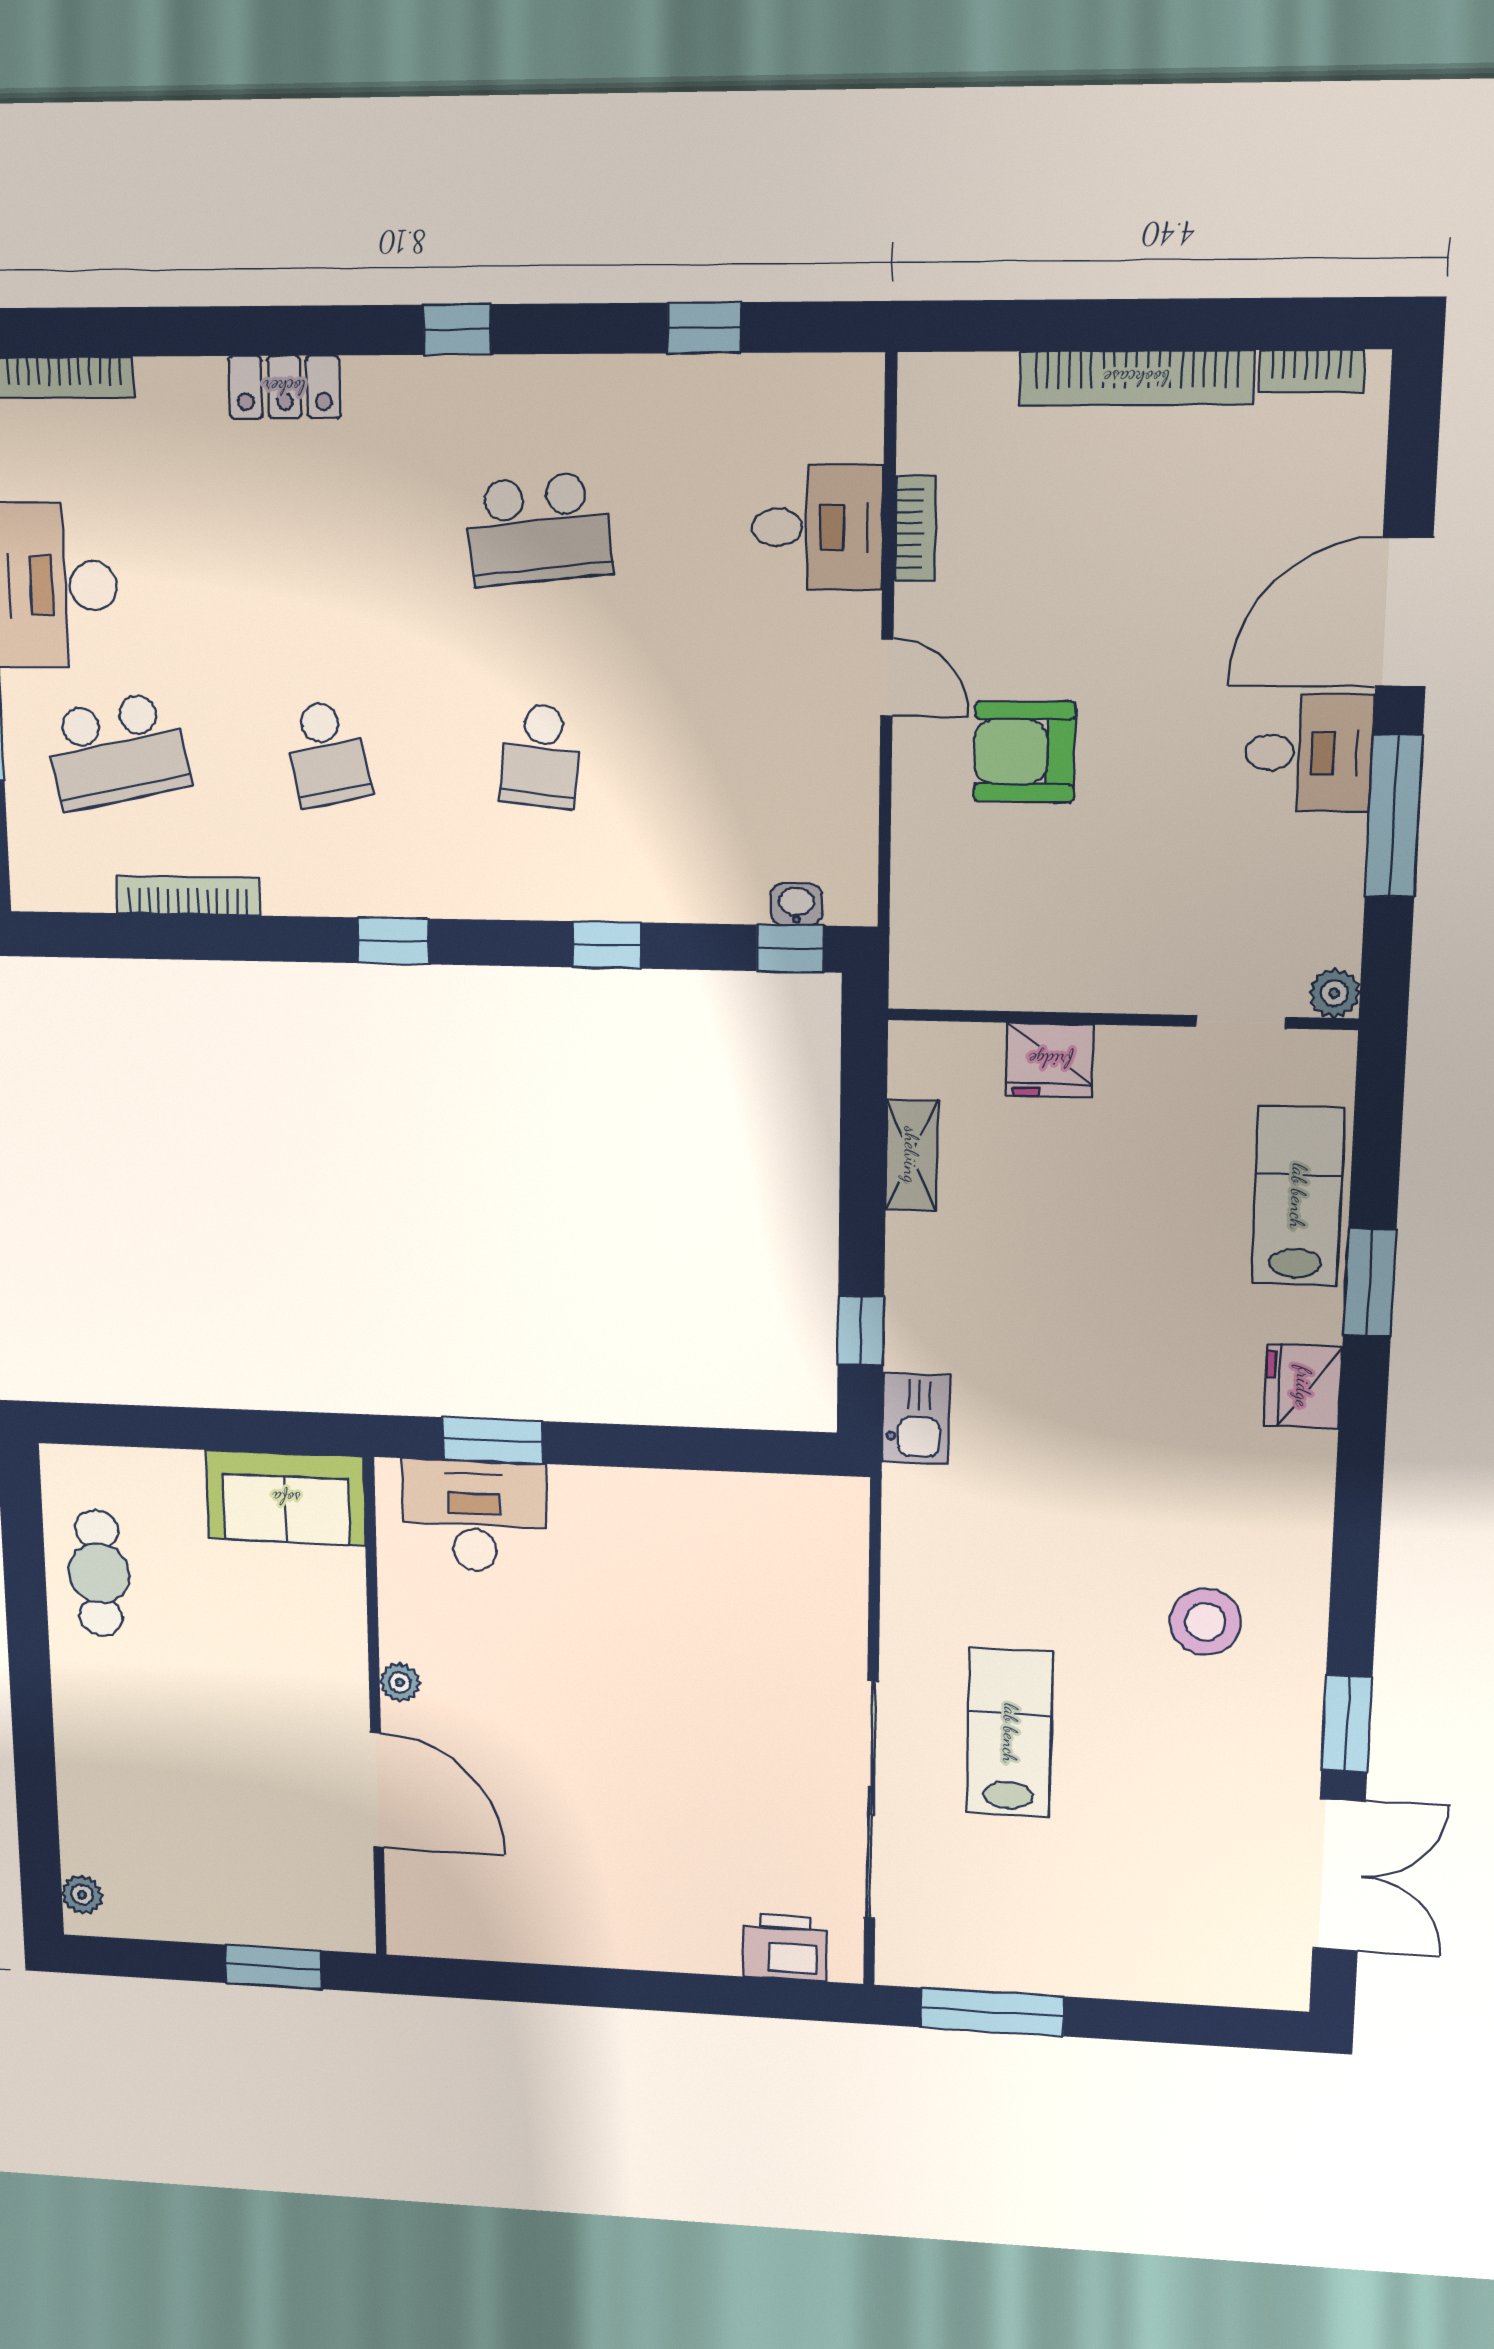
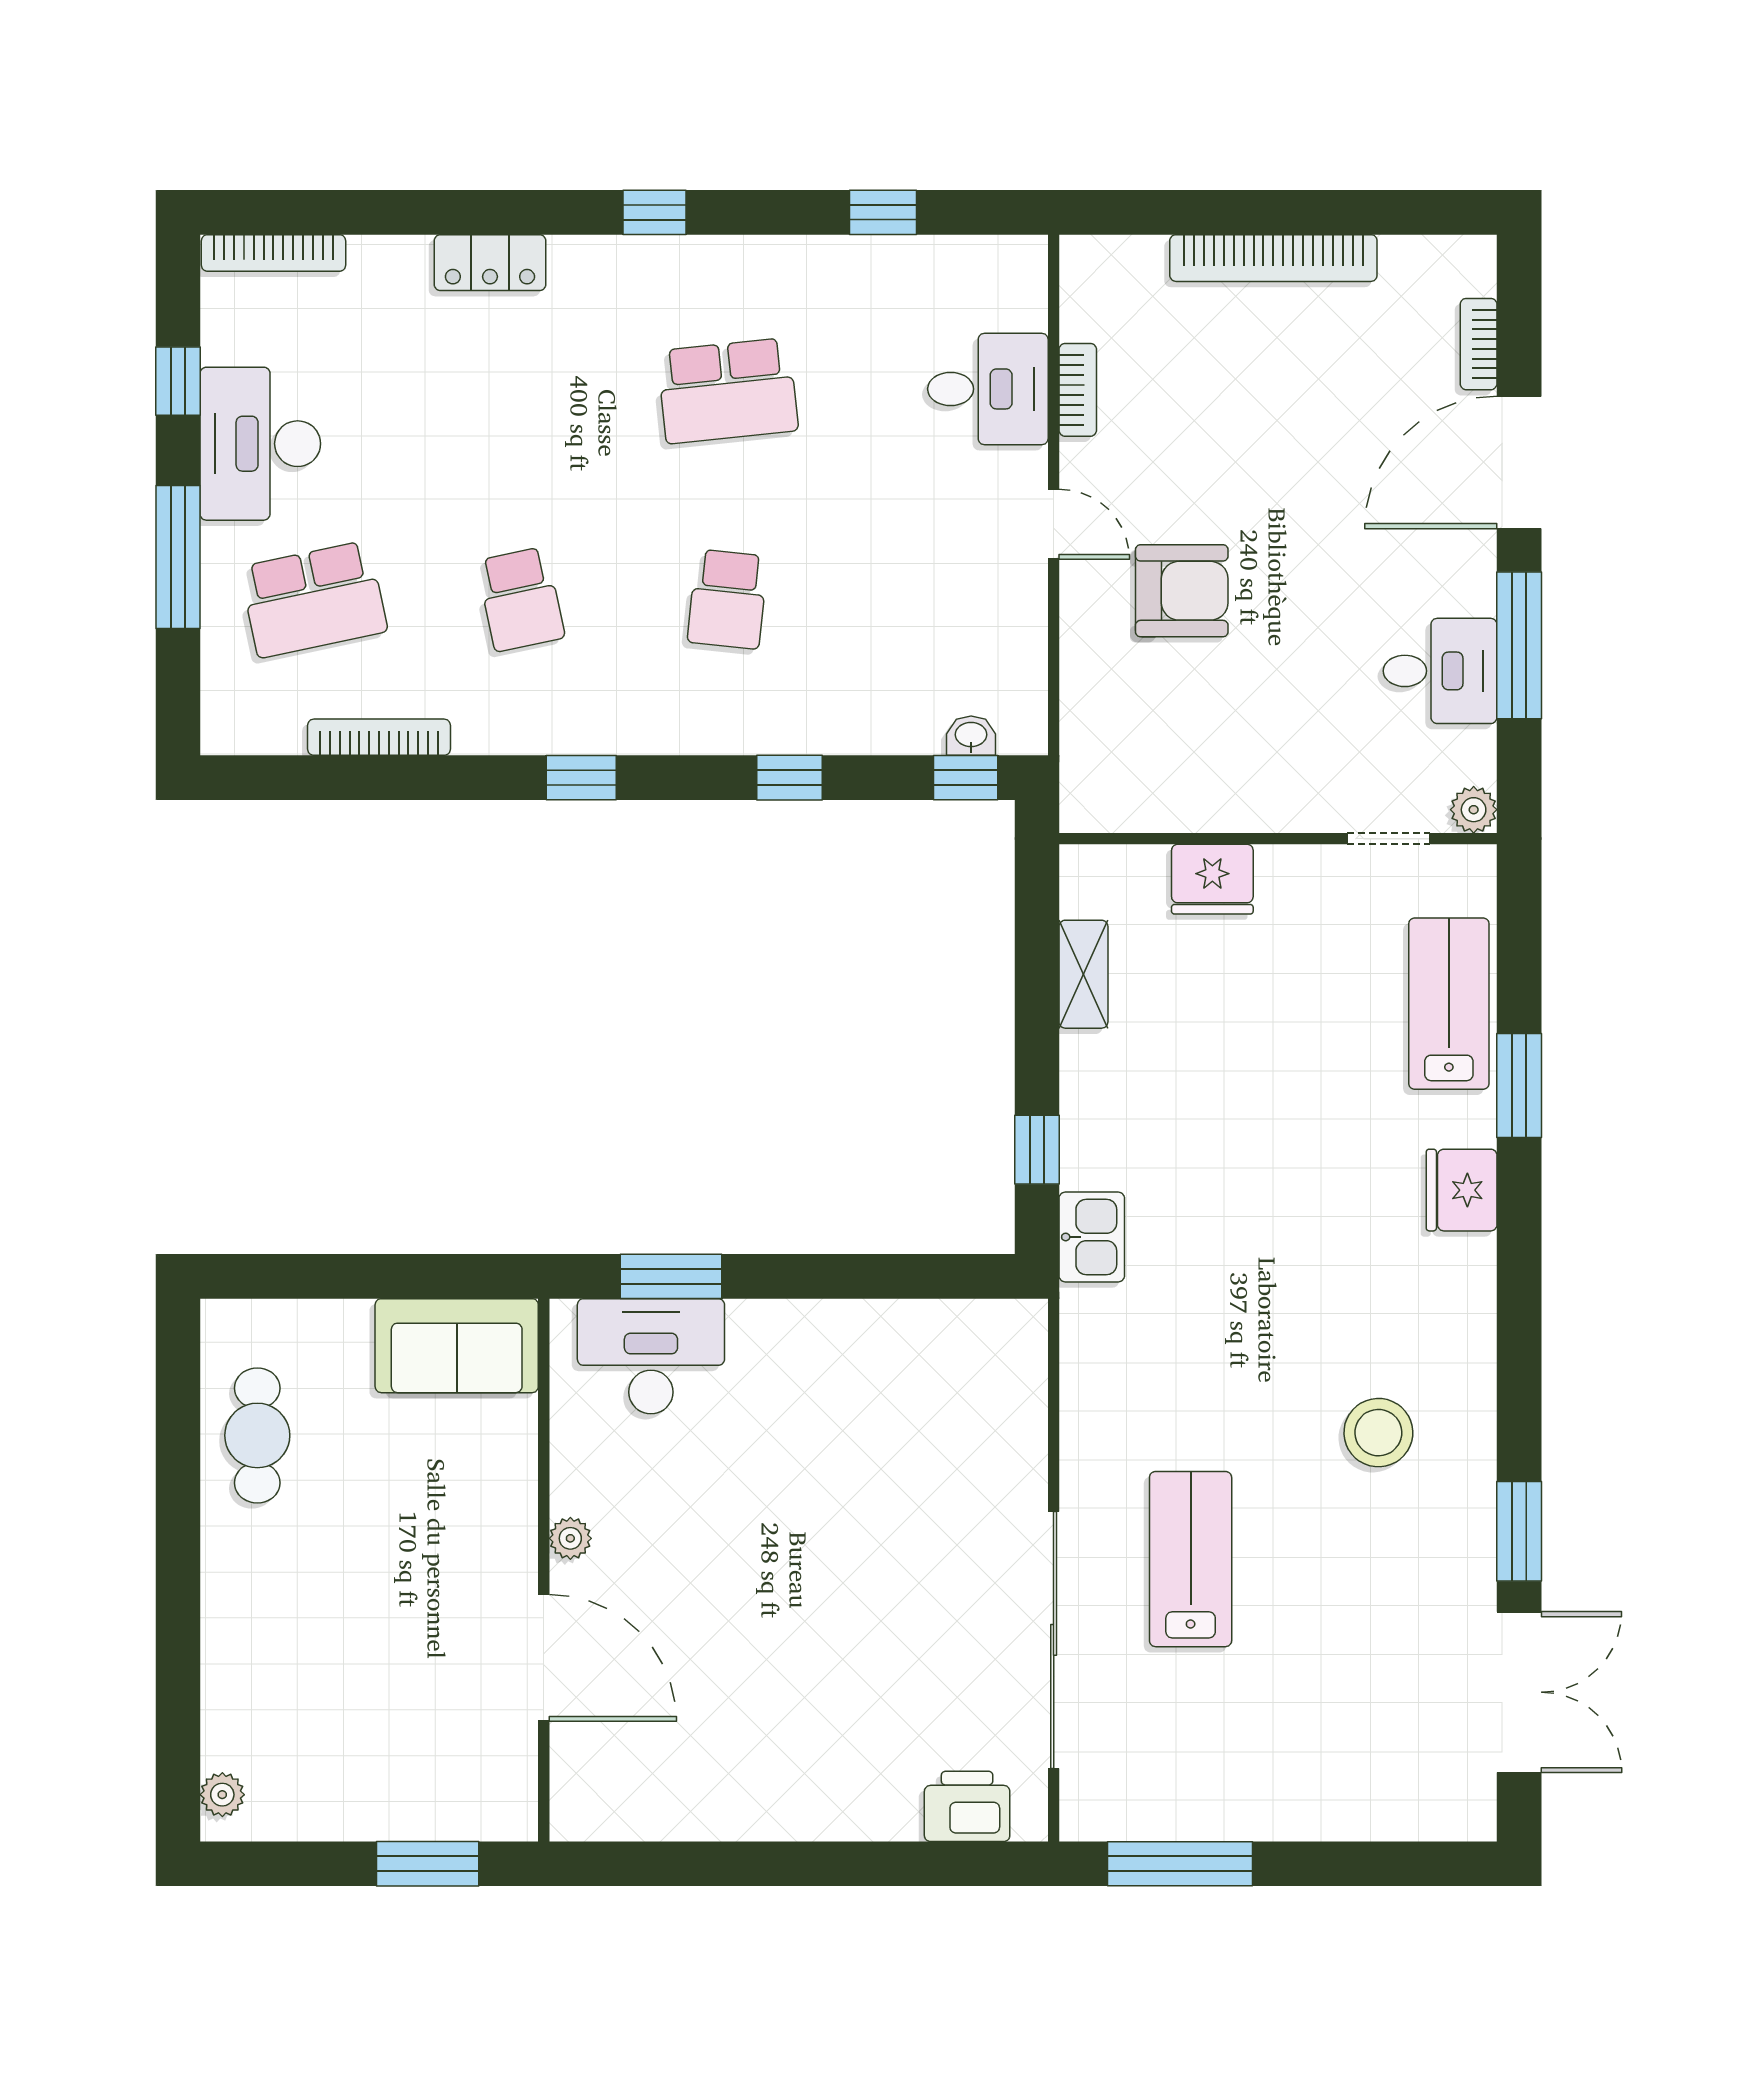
bookcase: (1311, 371) -> (1479, 344), moved, turned 90
armchair: (1024, 752) -> (1182, 591), turned 180
desk: (1309, 753) -> (1440, 671), moved

